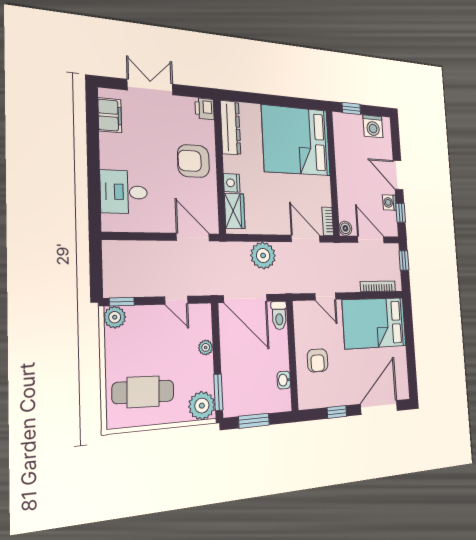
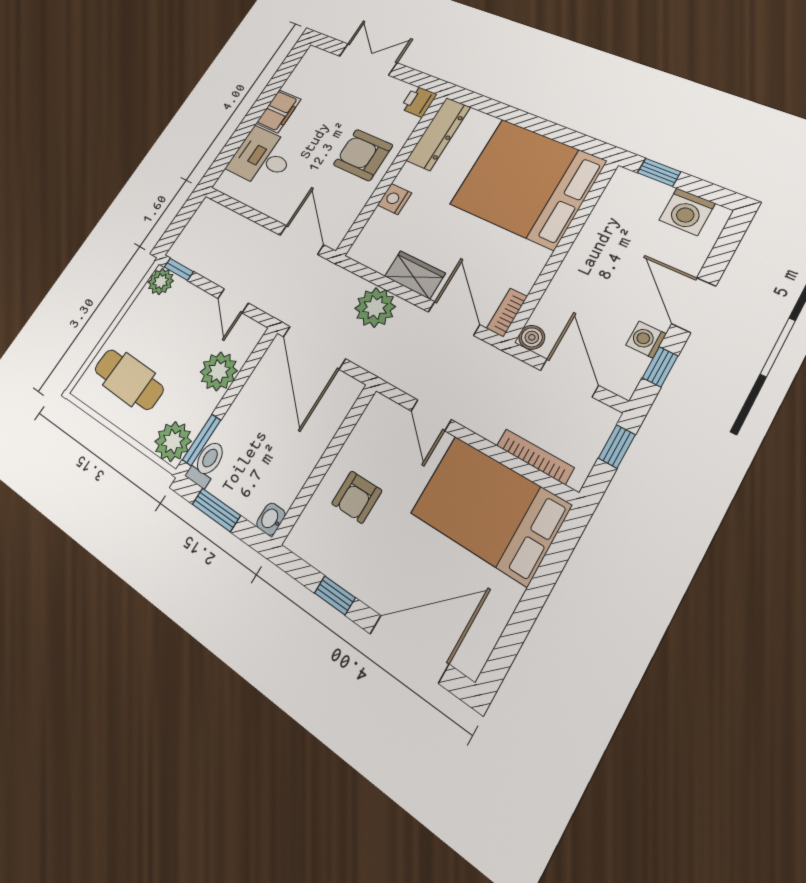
filing cabinet: (110, 115) -> (278, 111), moved
wardrobe: (235, 211) -> (415, 275), moved, turned -90
toilet: (279, 315) -> (207, 463), moved, turned 180
plant: (206, 347) -> (219, 371), width x1.87, depth x1.87
washbasin: (284, 380) -> (271, 519), moved

